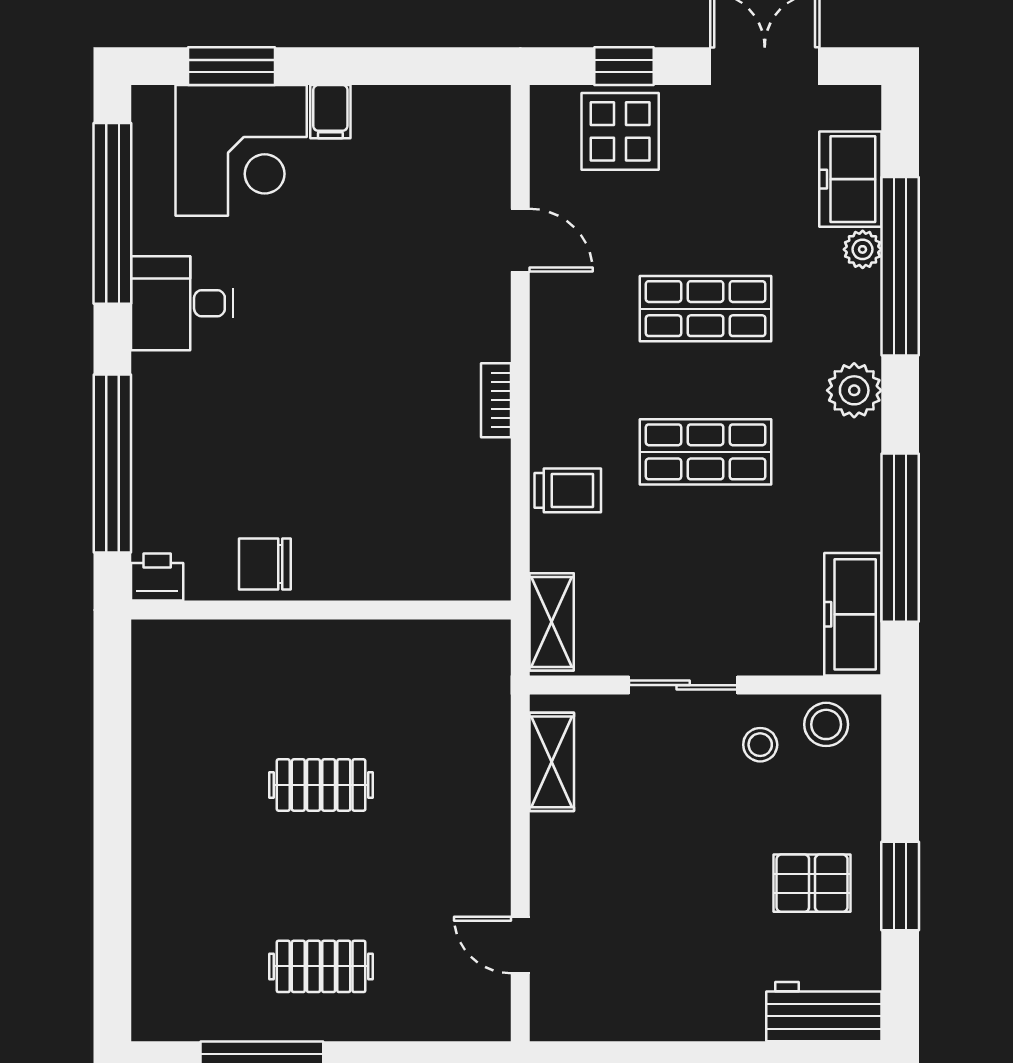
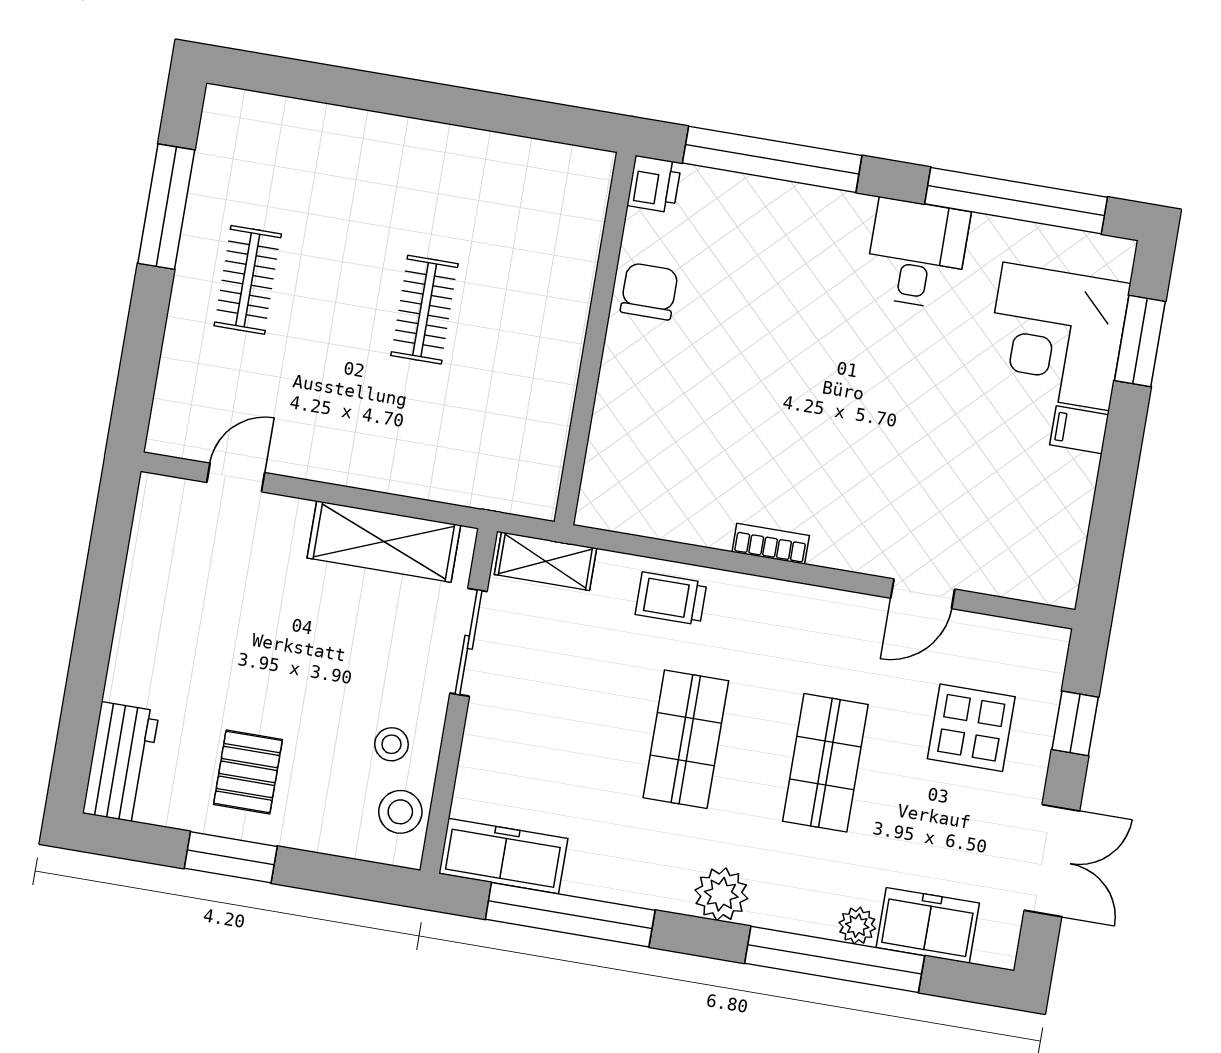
display table: (620, 131) -> (971, 728), moved
trolley: (568, 490) -> (671, 599), turned 90
sliding door: (683, 685) -> (469, 642), moved
shelving: (552, 762) -> (384, 542), width x1.50, depth x1.33

